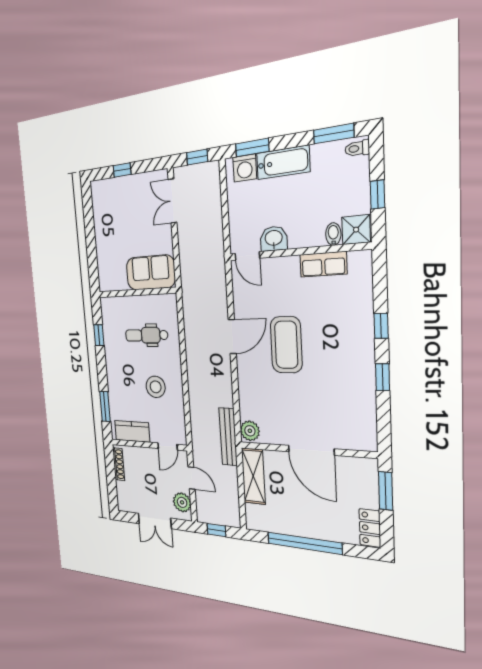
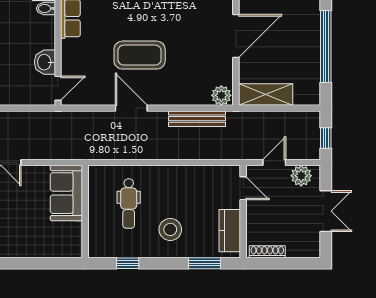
stool: (156, 387) -> (170, 229), moved
bench: (228, 437) -> (197, 119), moved

